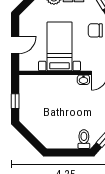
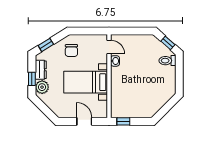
window: (15, 101) -> (123, 121), moved

